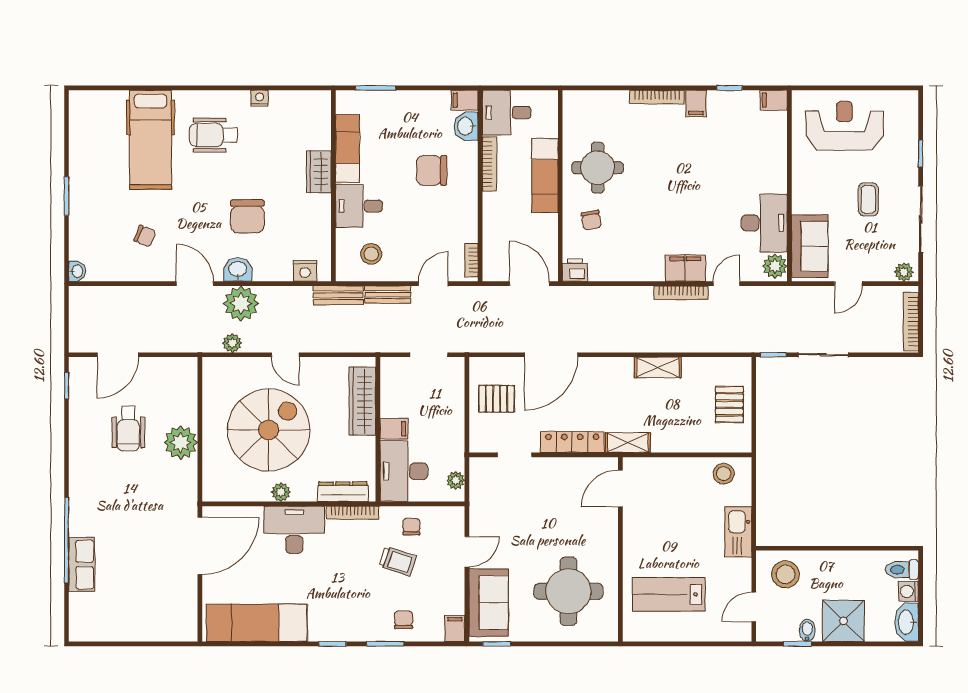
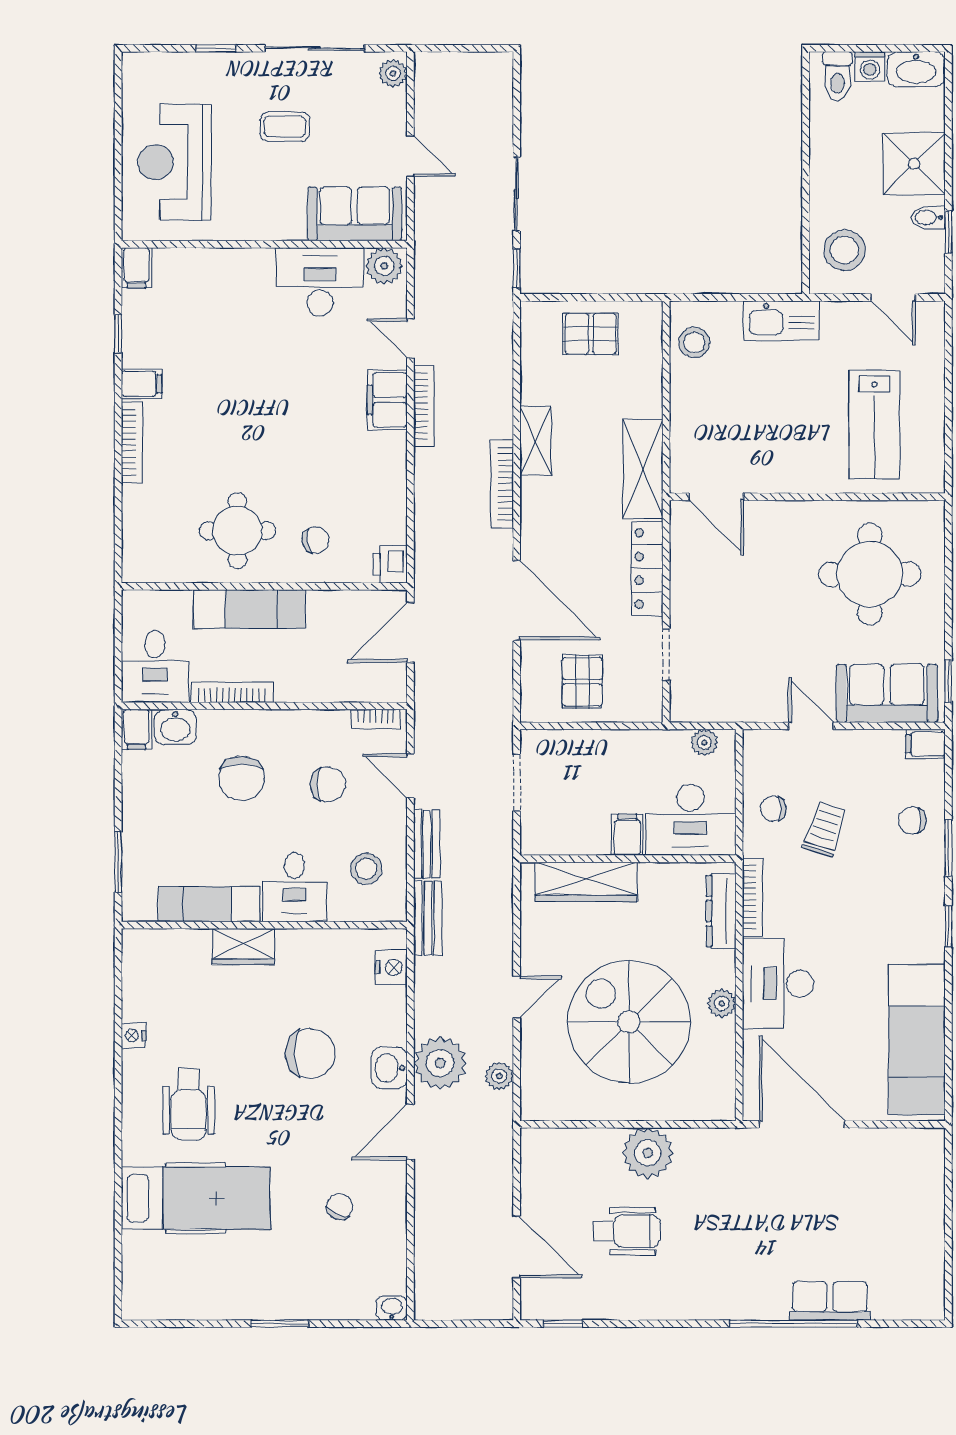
chair: (428, 228) -> (328, 784), added
bookcase: (911, 322) -> (502, 484), moved, turned 90
shelving: (628, 443) -> (643, 469), width x1.50, depth x1.33

